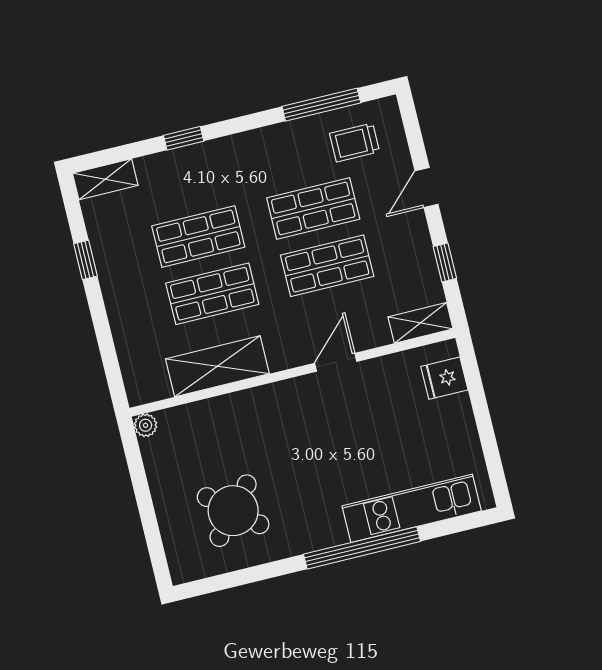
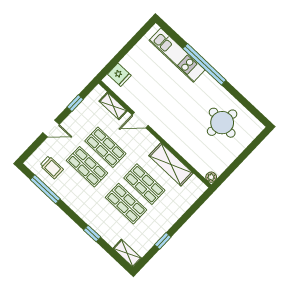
shelving: (421, 323) -> (113, 106), moved
round table: (233, 511) -> (222, 123), turned -34

